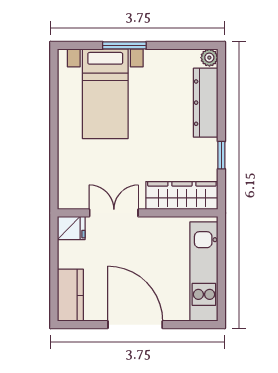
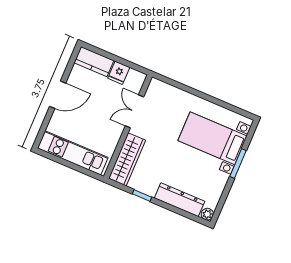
double door: (114, 213) -> (134, 111), swing flipped
fridge: (71, 228) -> (119, 73), moved
door: (135, 325) -> (58, 95), width x0.73

